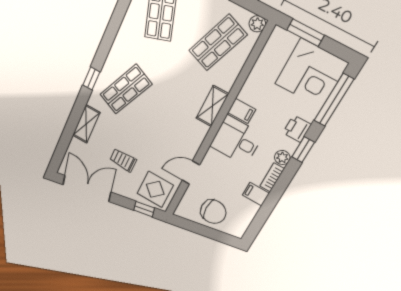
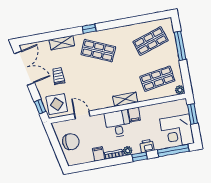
shop shelf: (218, 43) -> (157, 79), turned -30
chair: (213, 212) -> (71, 142), turned -90

